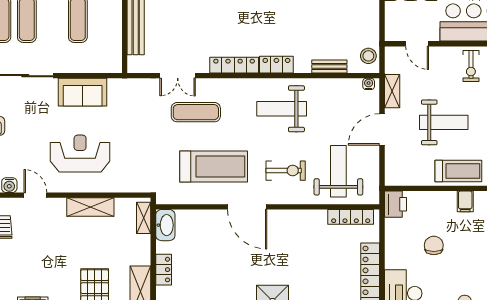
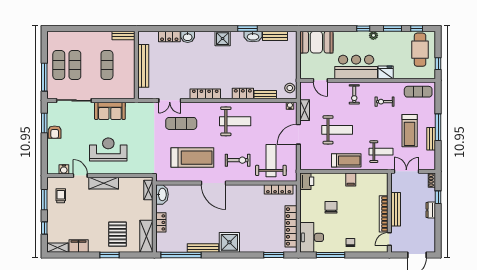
locker: (276, 65) -> (243, 94), moved
weight bench: (282, 109) -> (235, 121), turned 180
shelving: (90, 207) -> (104, 183), moved

